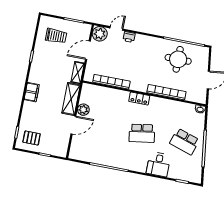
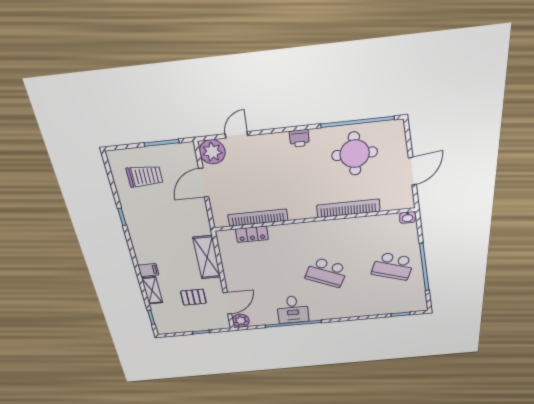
printer: (129, 37) -> (299, 138), moved
shelving: (78, 73) -> (152, 290), moved
filing cabinet: (32, 92) -> (148, 270), width x0.50
locker: (139, 98) -> (252, 234), moved
plant: (83, 110) -> (241, 321), moved
door: (73, 125) -> (227, 303), moved
school desk: (142, 133) -> (327, 273), turned 33
pallet: (32, 138) -> (193, 297), moved
desk: (158, 164) -> (293, 310), moved

